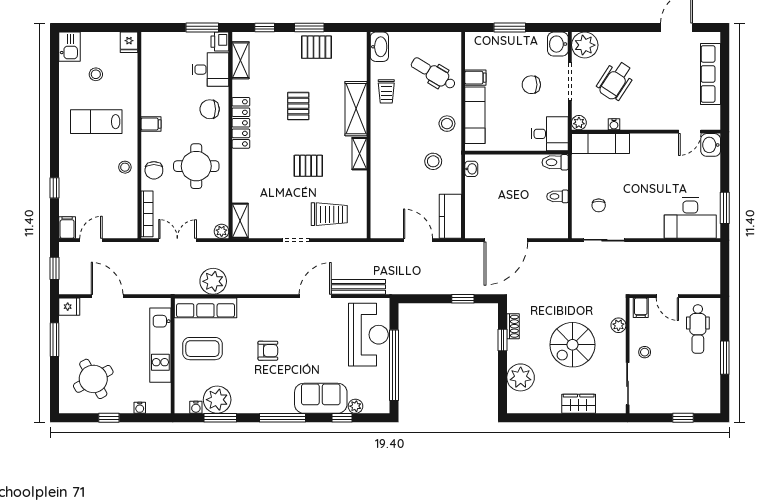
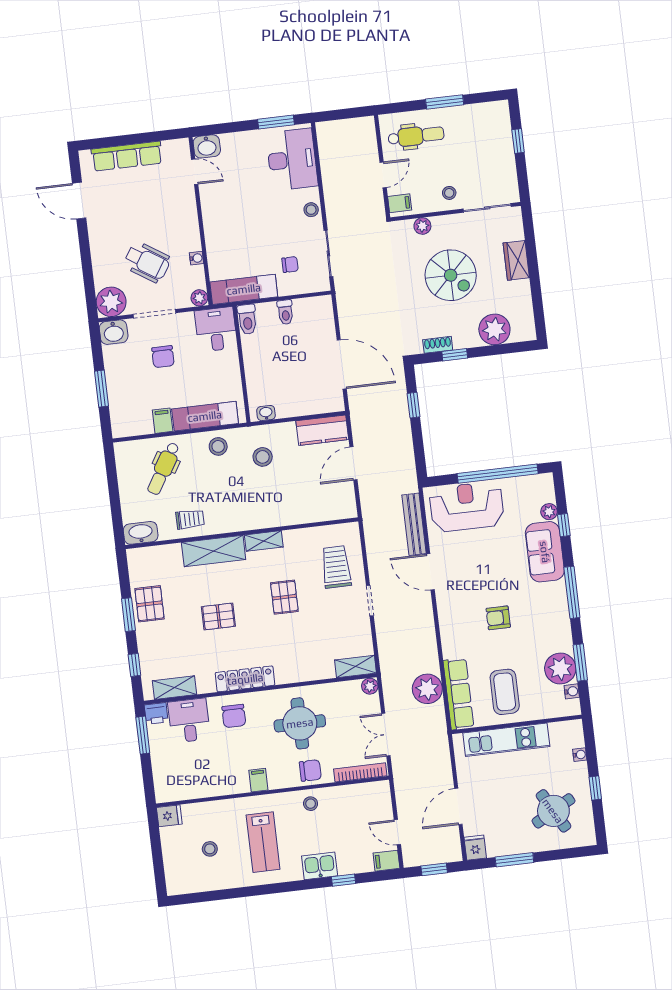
kitchen sink: (70, 47) -> (320, 866), moved
exam couch: (601, 144) -> (244, 289), moved, turned -90
stool: (644, 230) -> (311, 210), added
armchair: (268, 351) -> (498, 618), turned -90

